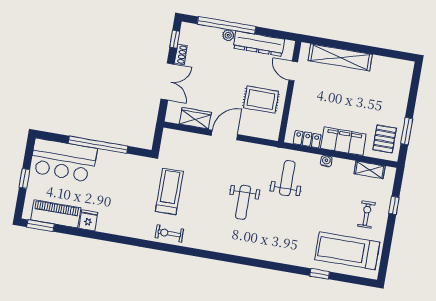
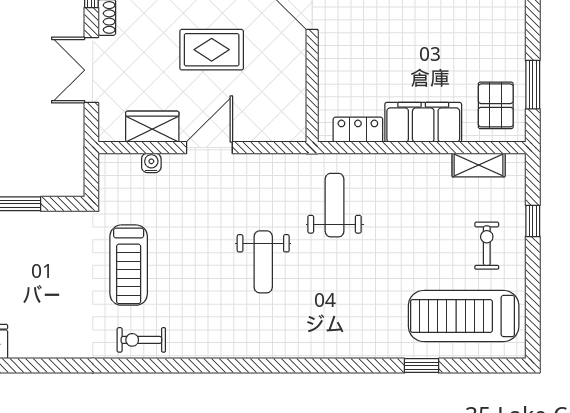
double door: (167, 82) -> (91, 70), swing flipped
rug: (261, 100) -> (212, 50), moved
water cooler: (326, 161) -> (151, 163), moved
treadmill: (169, 191) -> (129, 265), turned 180

